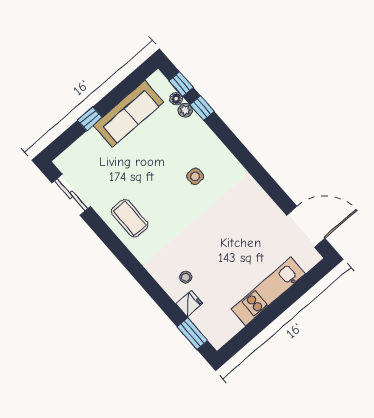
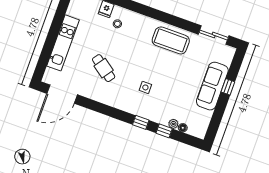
window: (181, 84) -> (141, 122), moved
sofa: (128, 114) -> (212, 86), moved
coffee table: (130, 218) -> (171, 40), width x1.36, depth x1.32
cafe table: (235, 231) -> (104, 68), added

